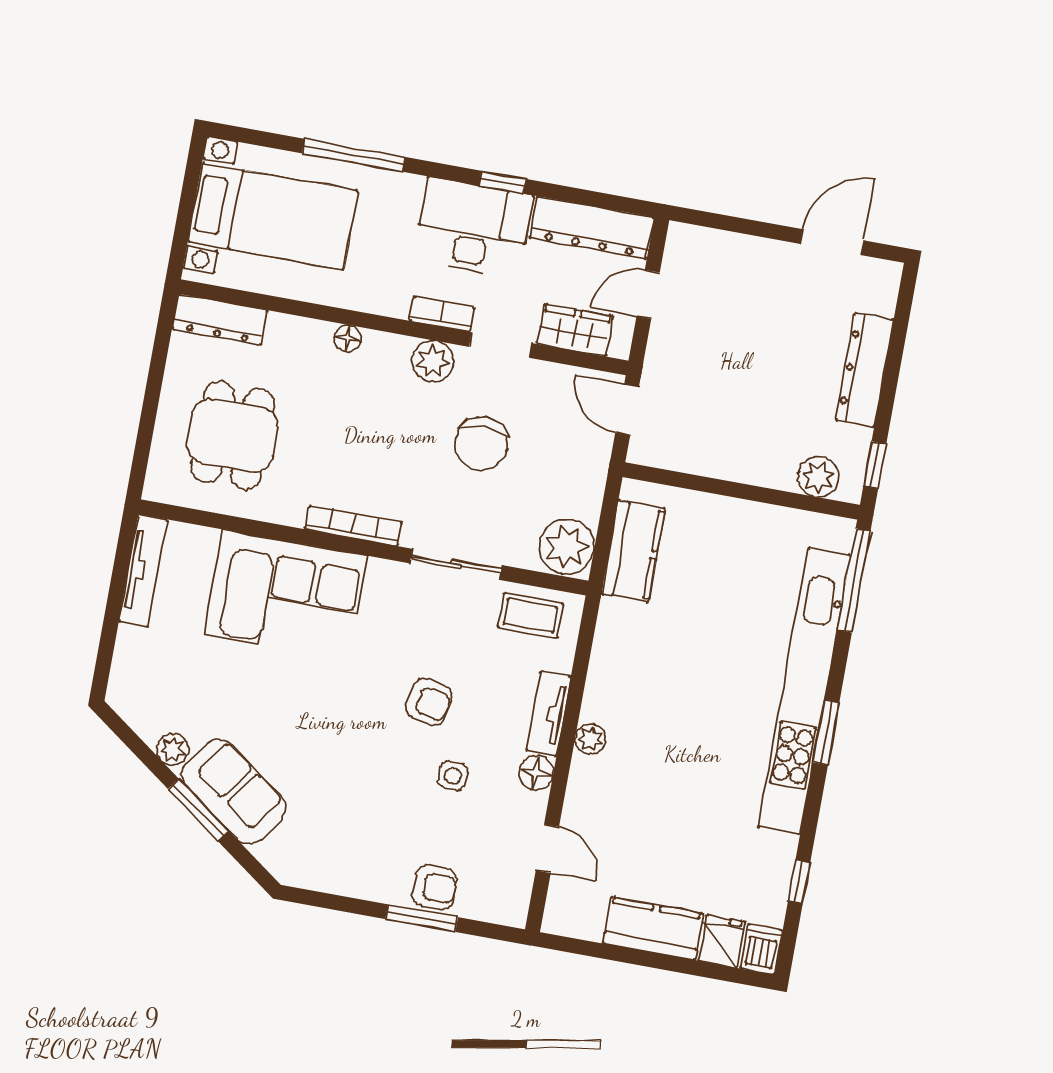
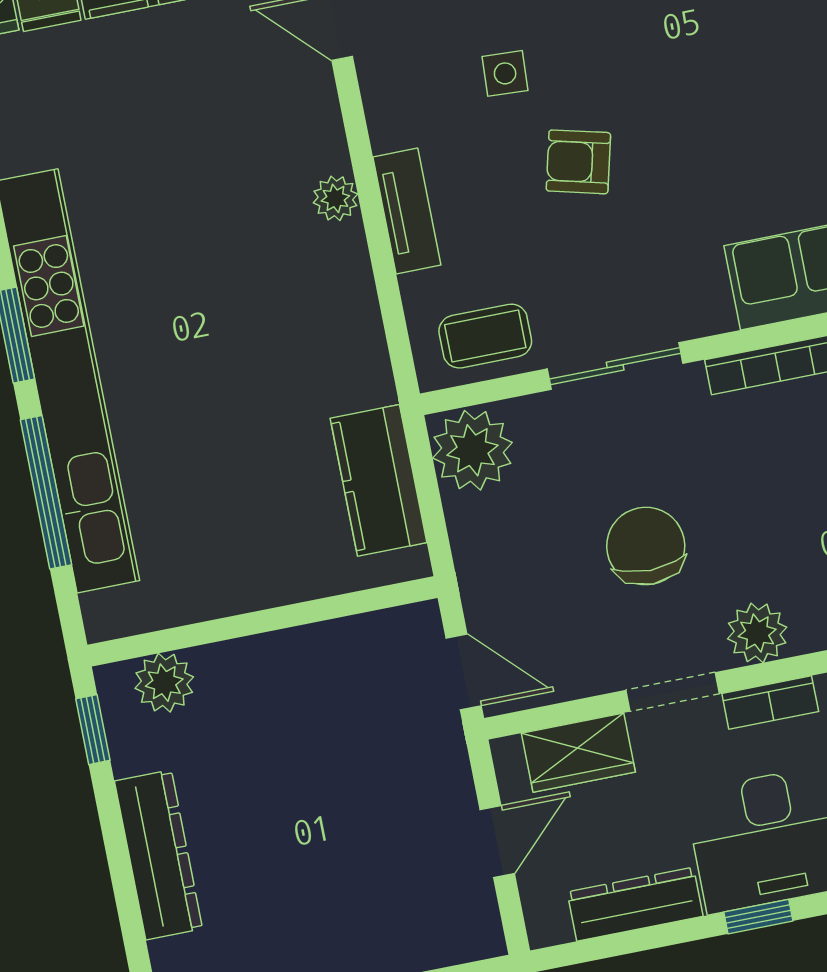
dresser: (592, 228) -> (635, 904), width x0.73, depth x0.80
window: (854, 580) -> (46, 492), moved
floor lamp: (536, 773) -> (392, 123), removed

